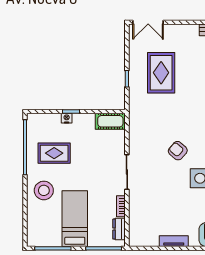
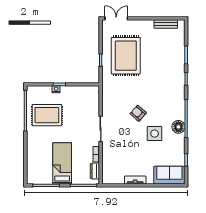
double door: (148, 22) -> (116, 18), swing flipped
rug: (161, 73) -> (126, 56), width x1.37, depth x1.44
cot: (110, 121) -> (88, 92), removed
rug: (54, 153) -> (47, 115), width x1.36, depth x1.43
stool: (44, 190) -> (39, 143), removed

